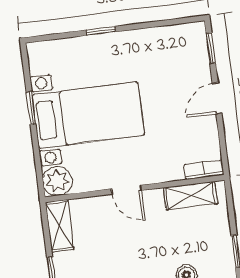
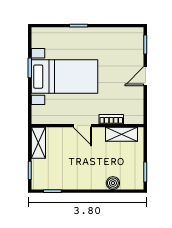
bookcase: (204, 170) -> (111, 119), moved
plant: (57, 181) -> (40, 115), removed

